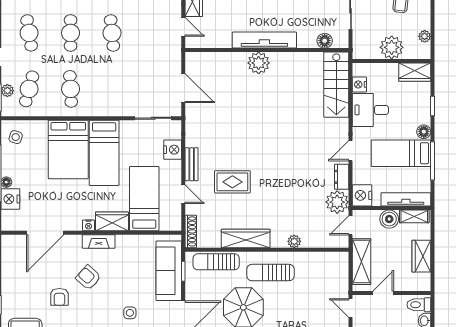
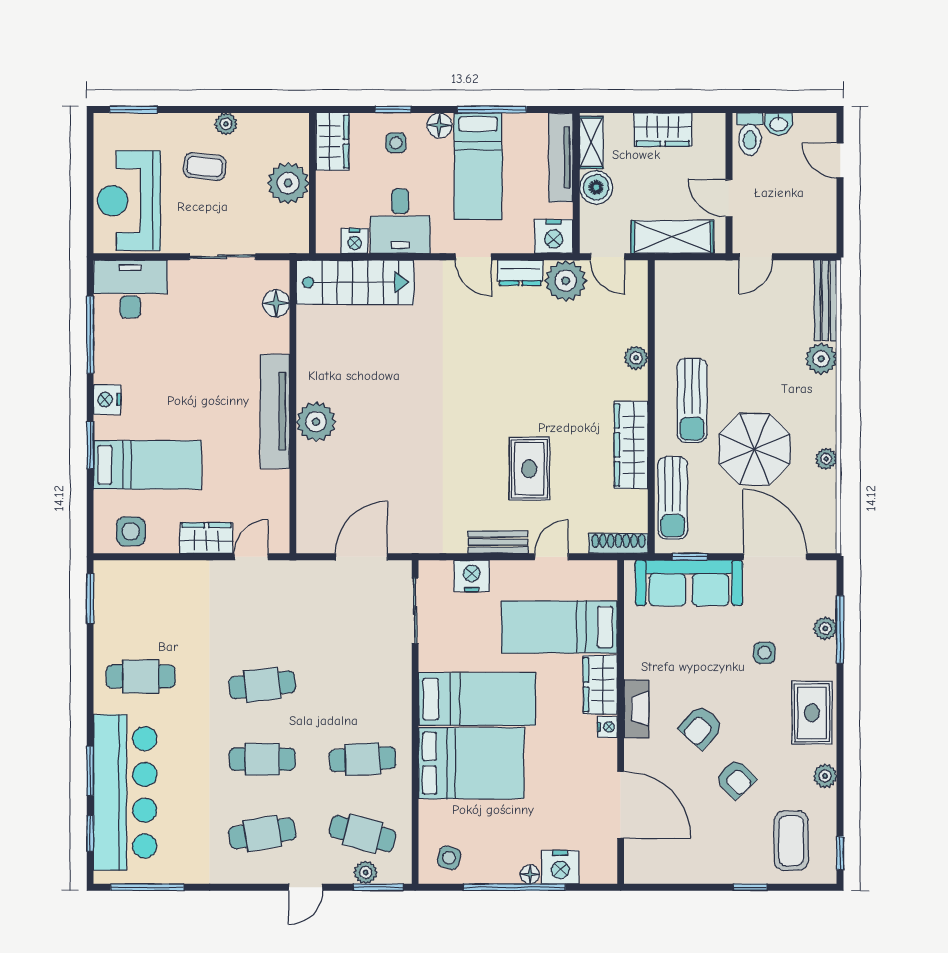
plant: (425, 36) -> (226, 124), moved
side table: (414, 107) -> (396, 143), added
armchair: (59, 297) -> (736, 779), turned 46

